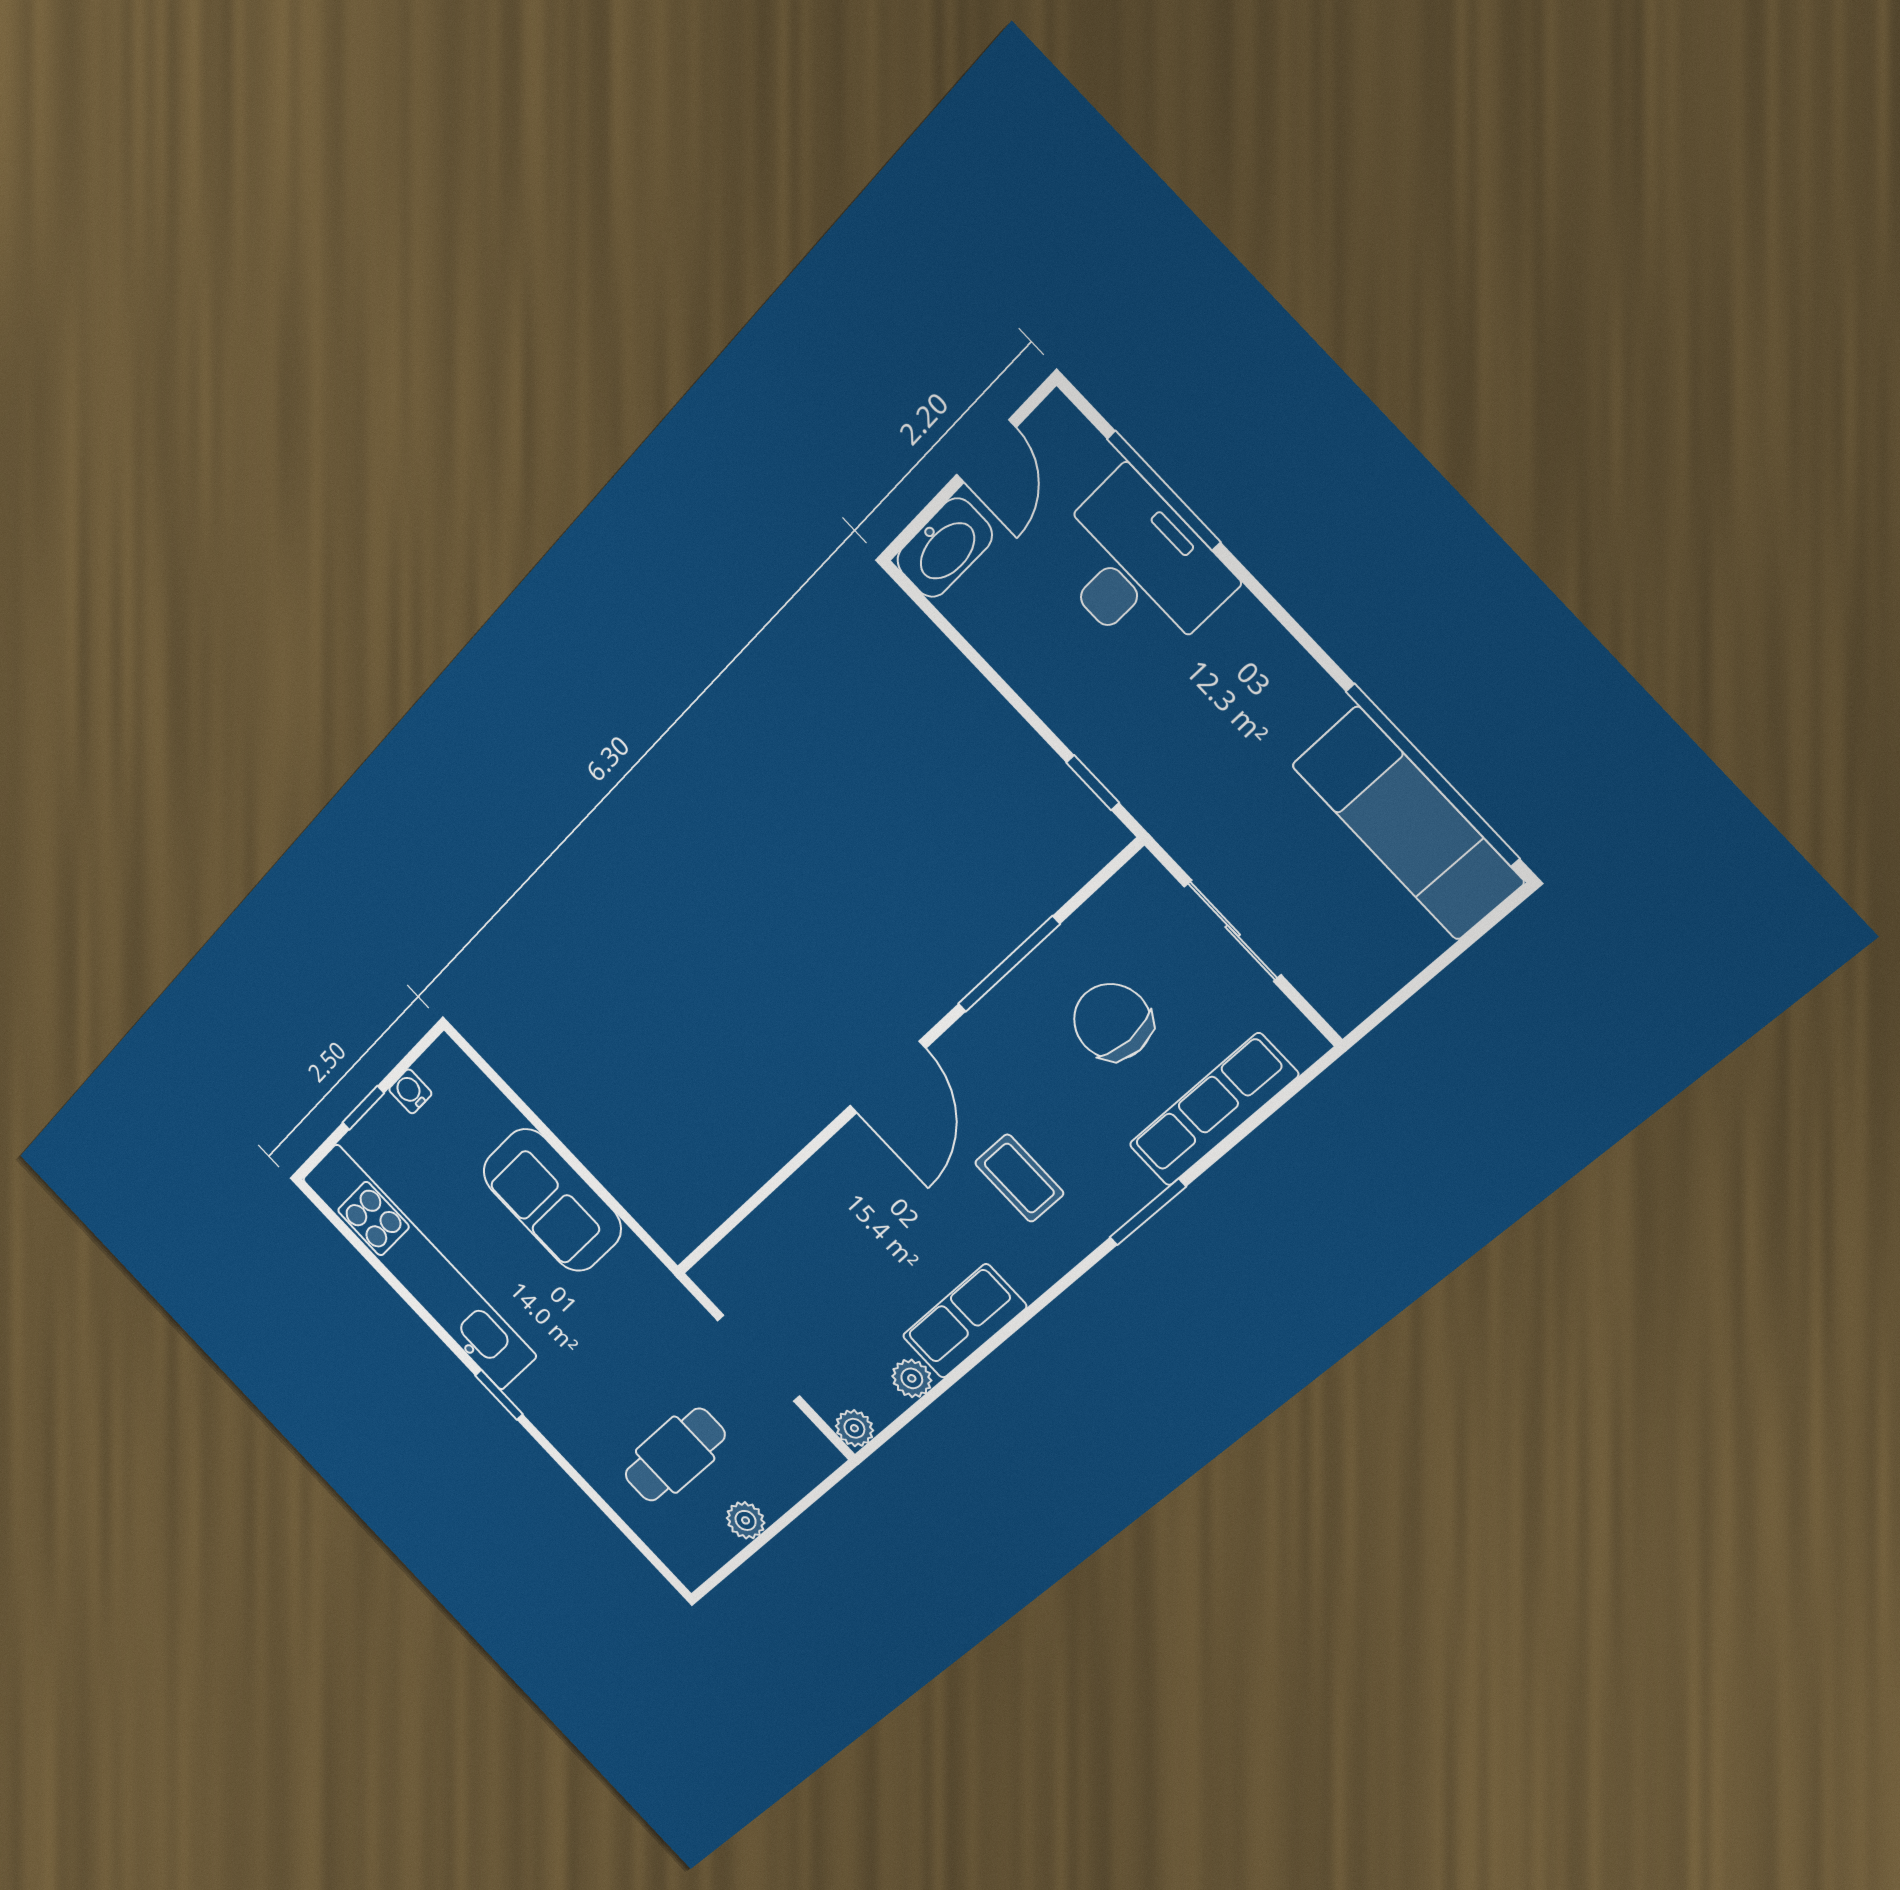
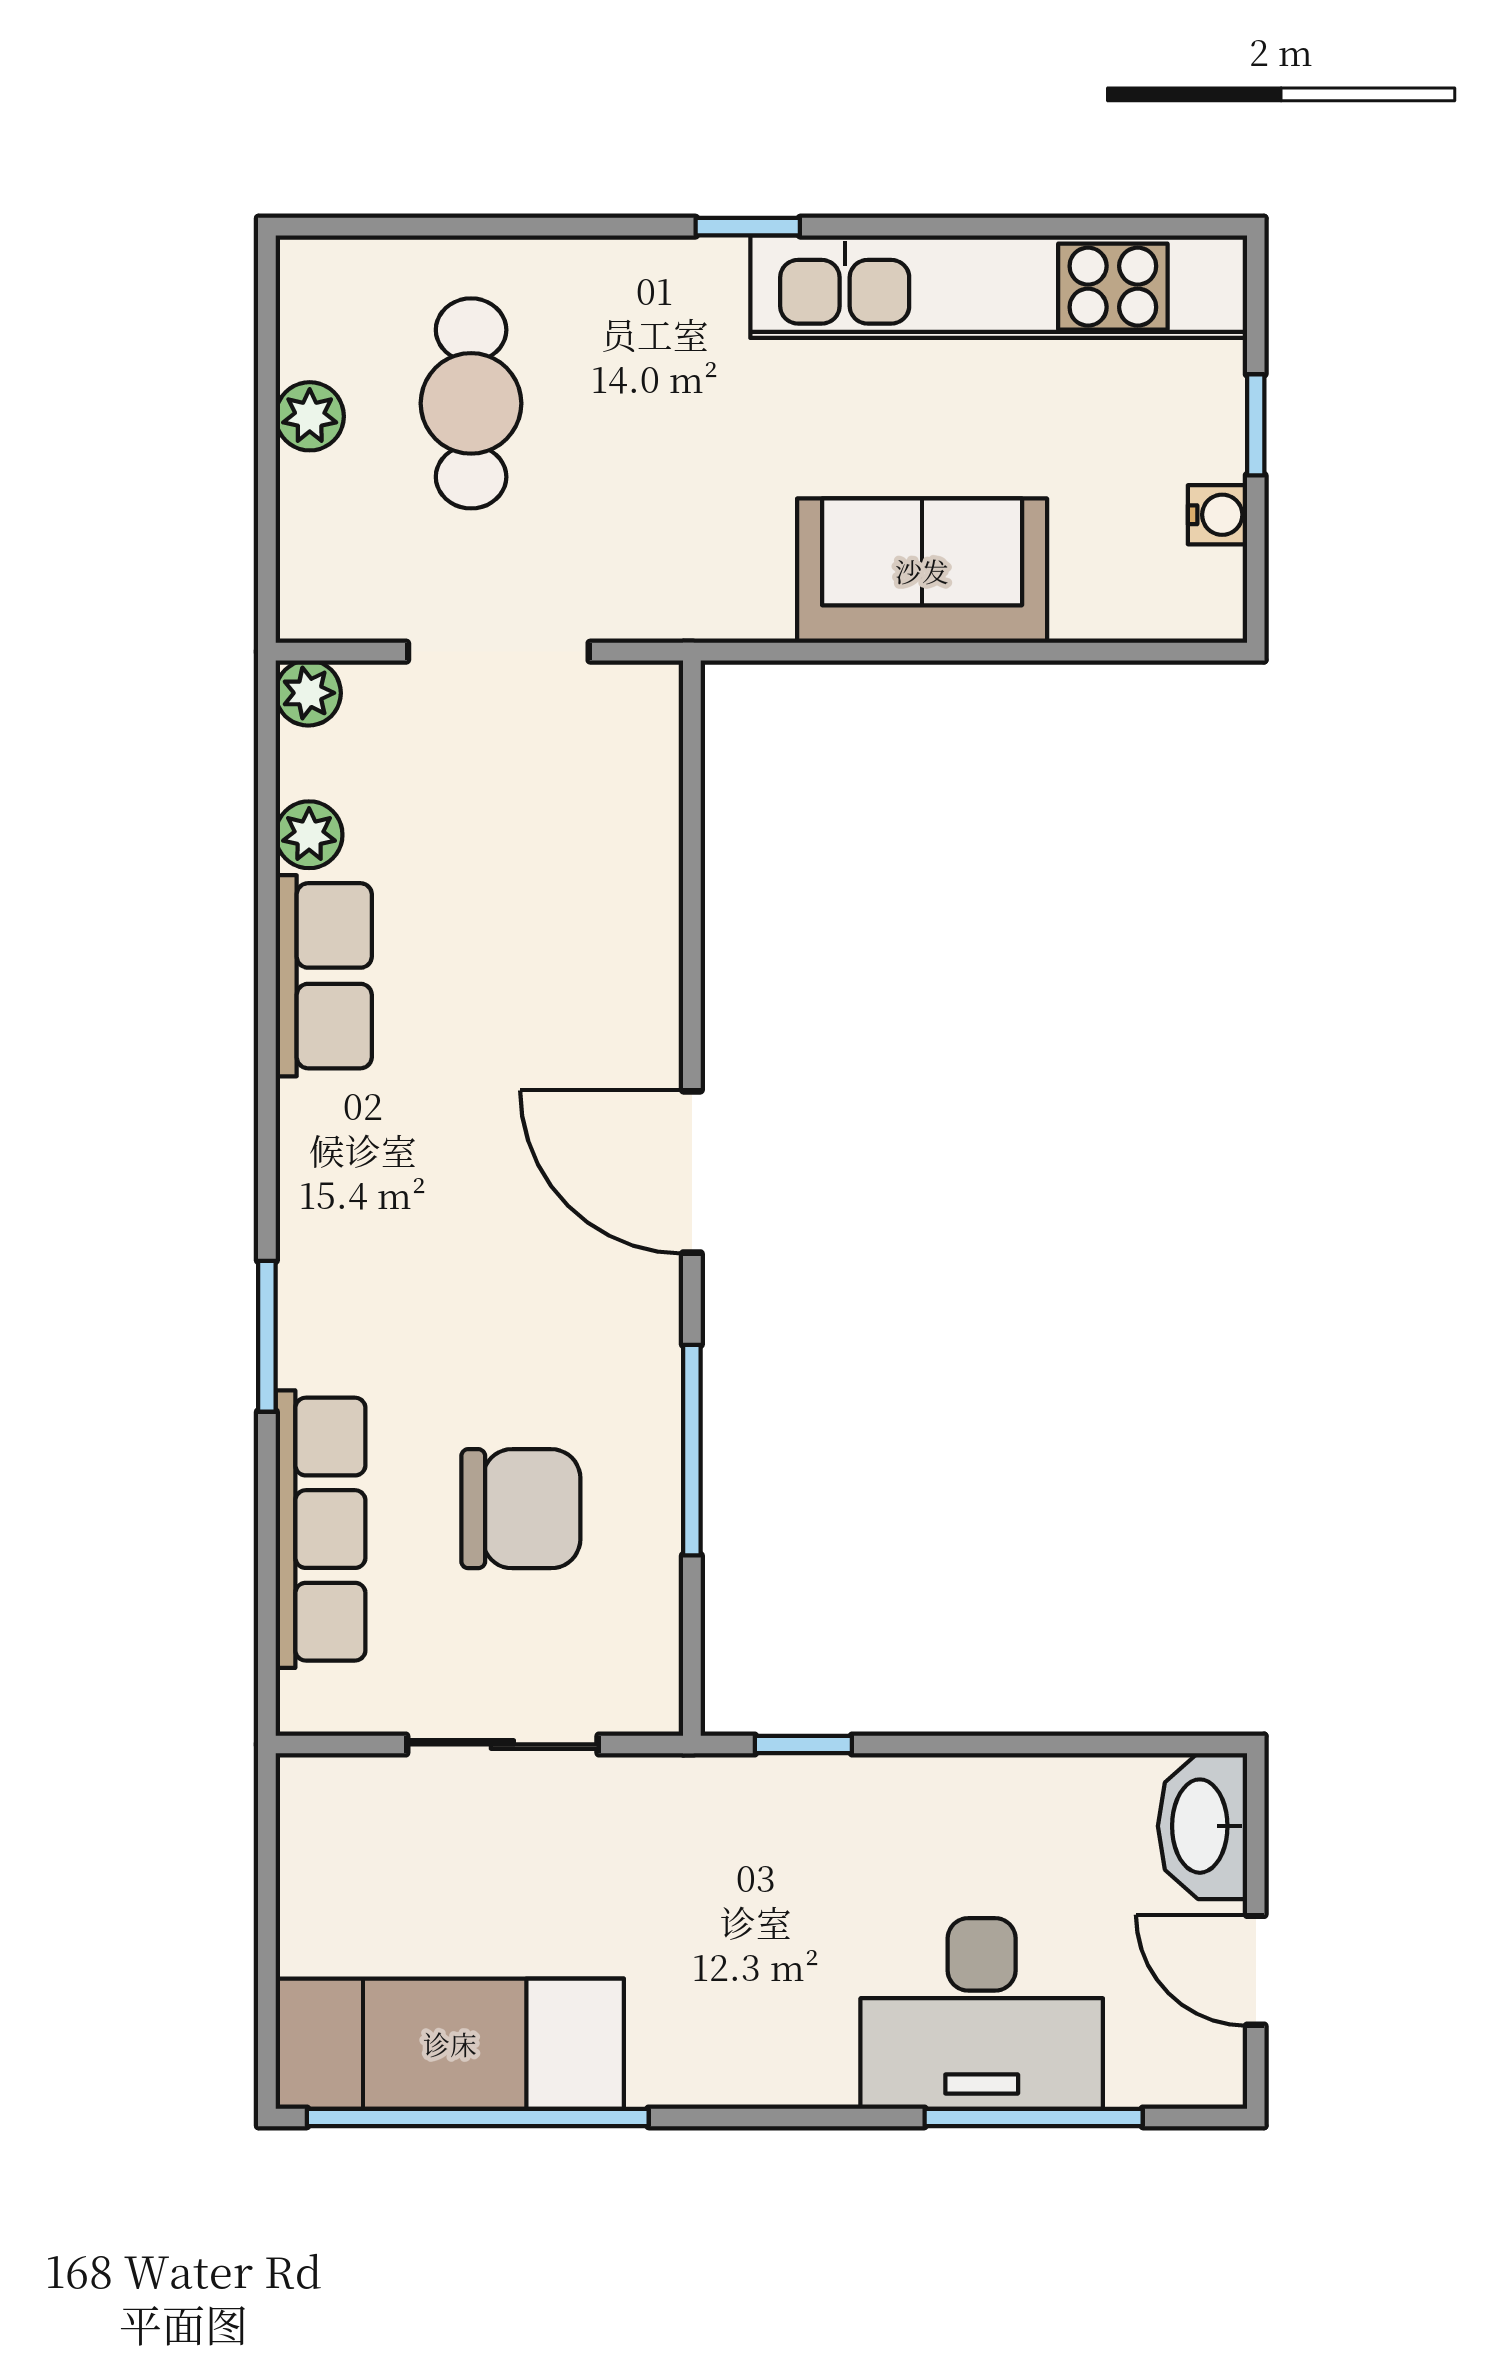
coffee table: (1019, 1178) -> (437, 1218), removed

